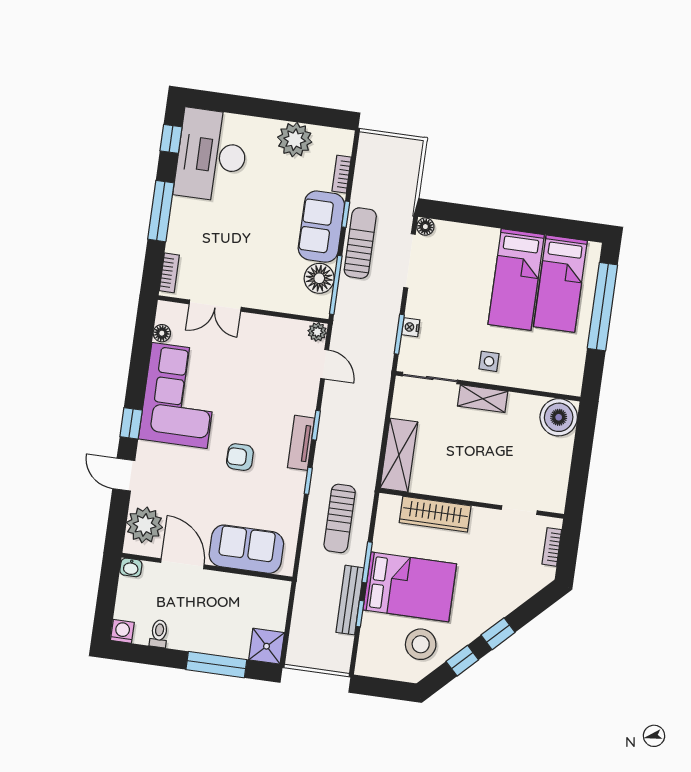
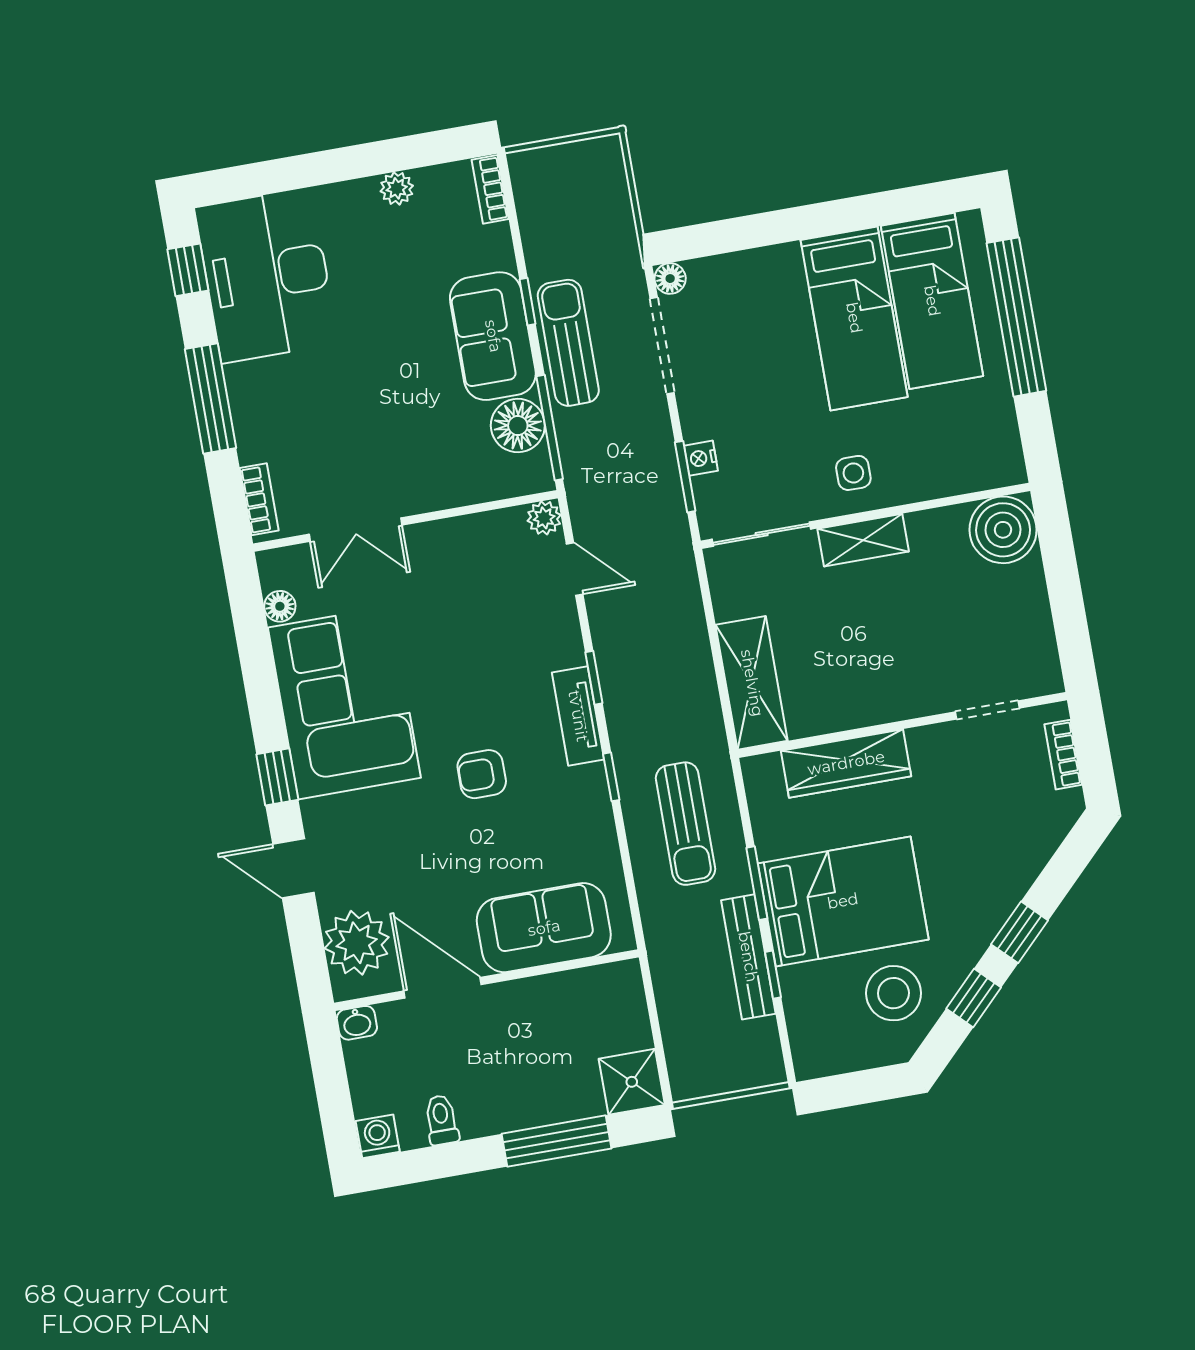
plant: (295, 140) -> (397, 188), width x0.53, depth x0.53
bookcase: (342, 174) -> (490, 189), moved

